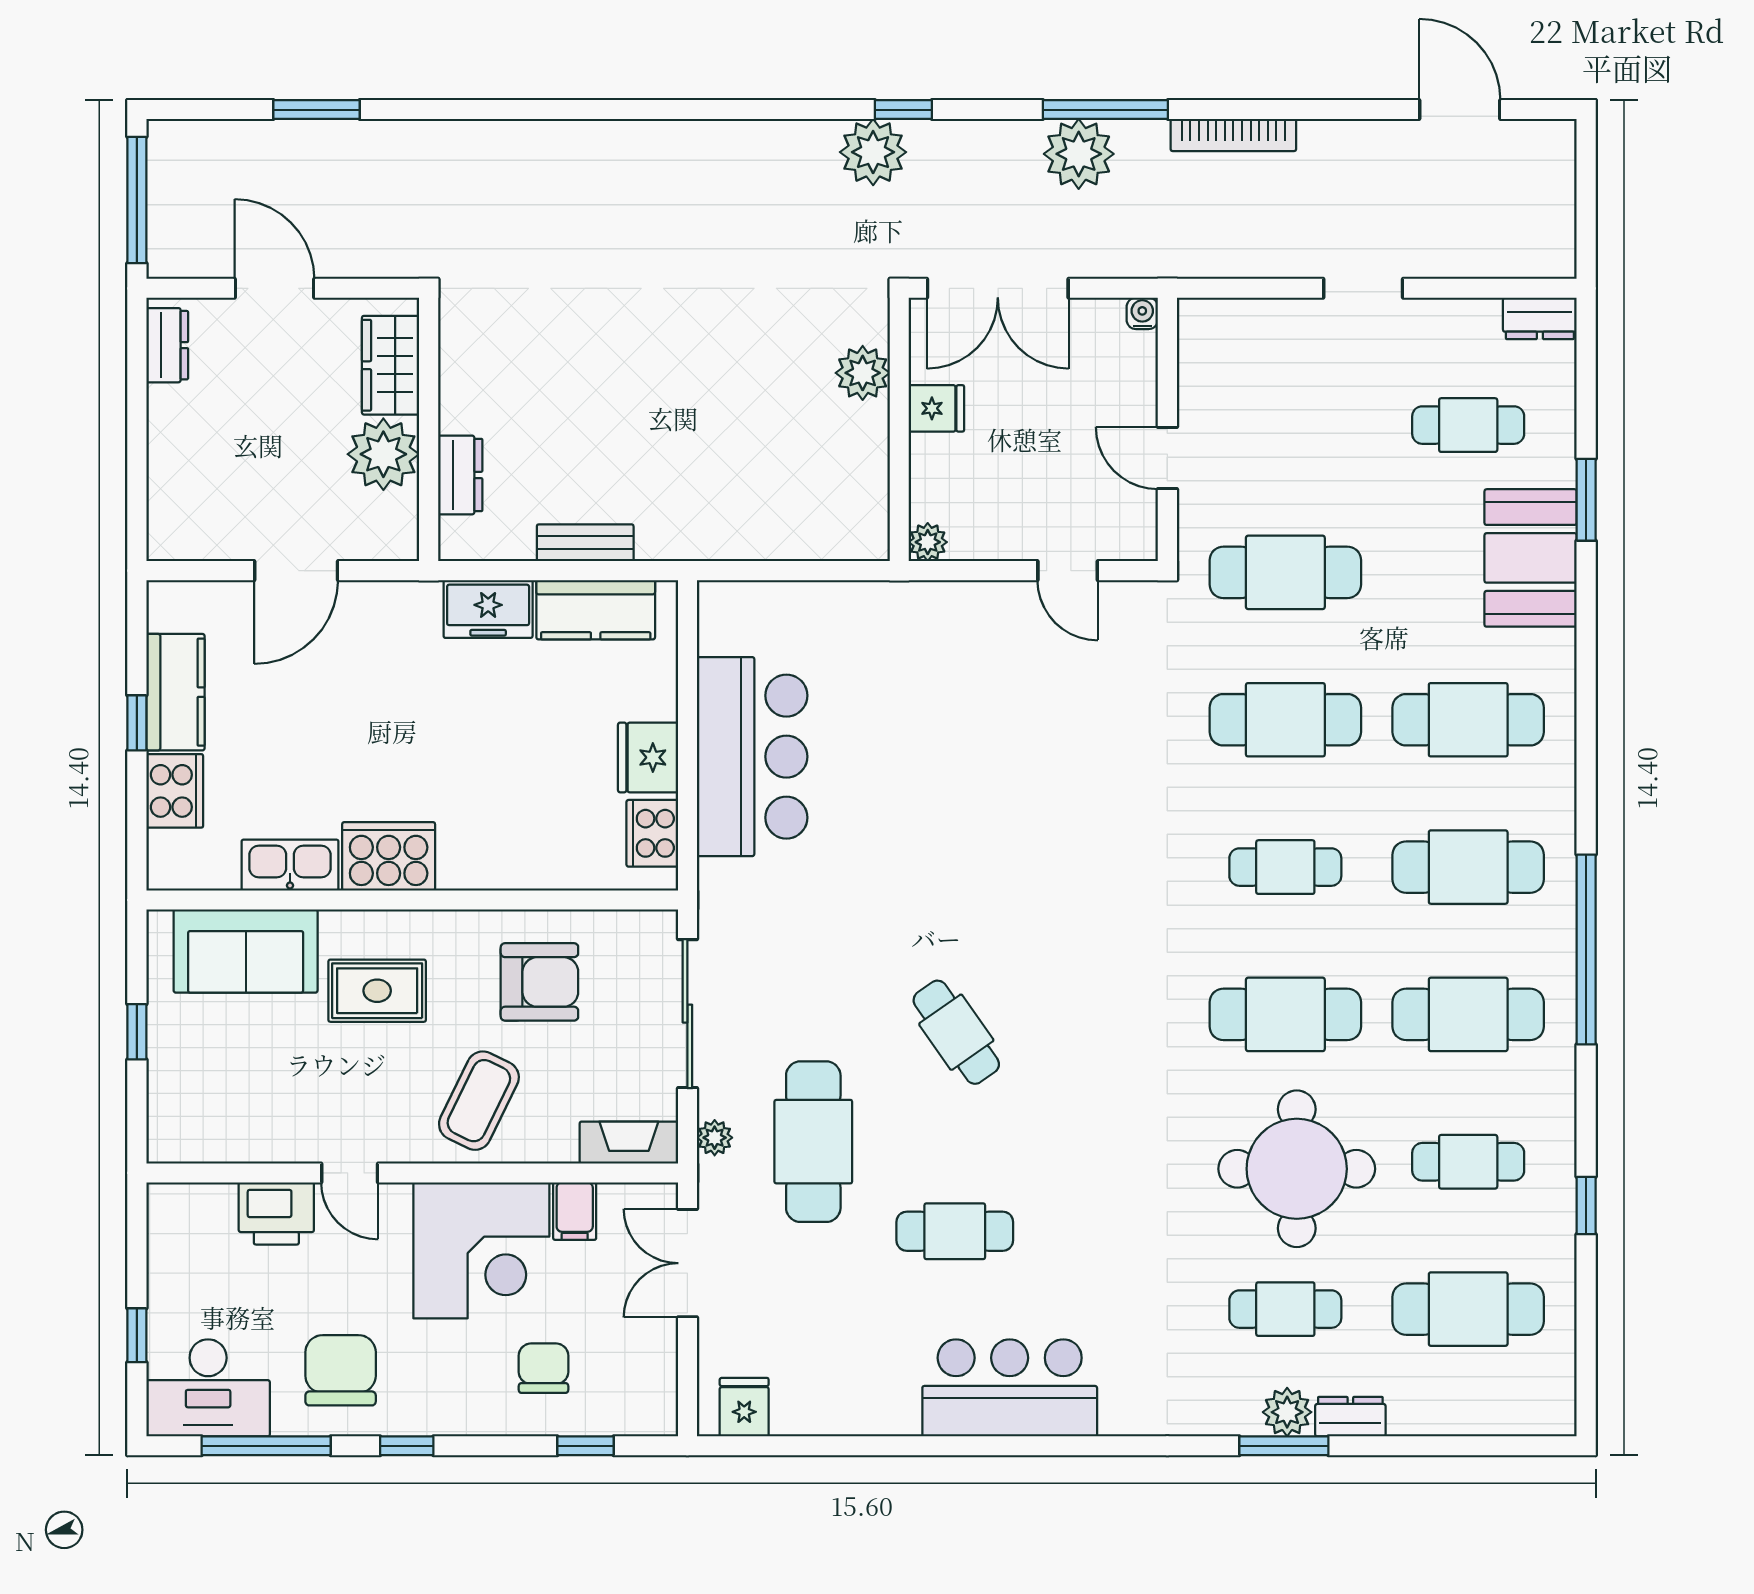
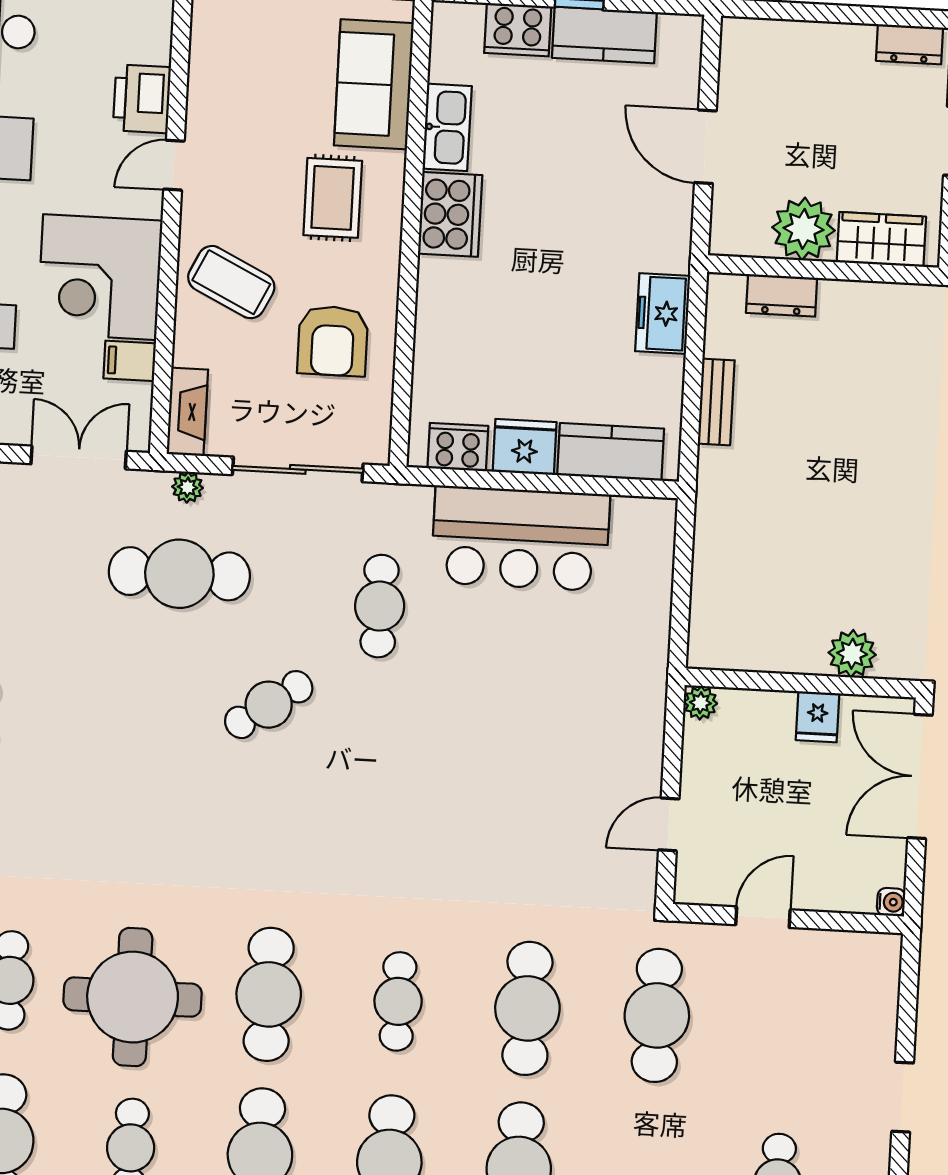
kitchen counter: (596, 610) -> (611, 452), moved, turned 90
cafe table: (955, 1231) -> (380, 606), moved

